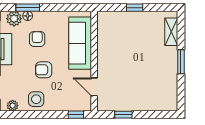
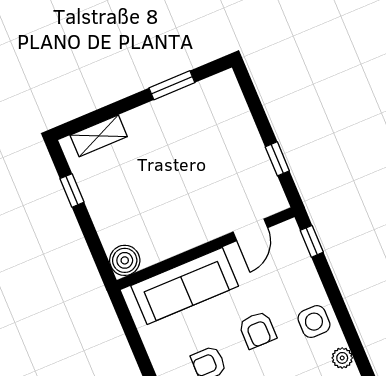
window: (135, 8) -> (72, 190), moved
boiler: (105, 19) -> (125, 260), added
window: (181, 62) -> (172, 85), moved

